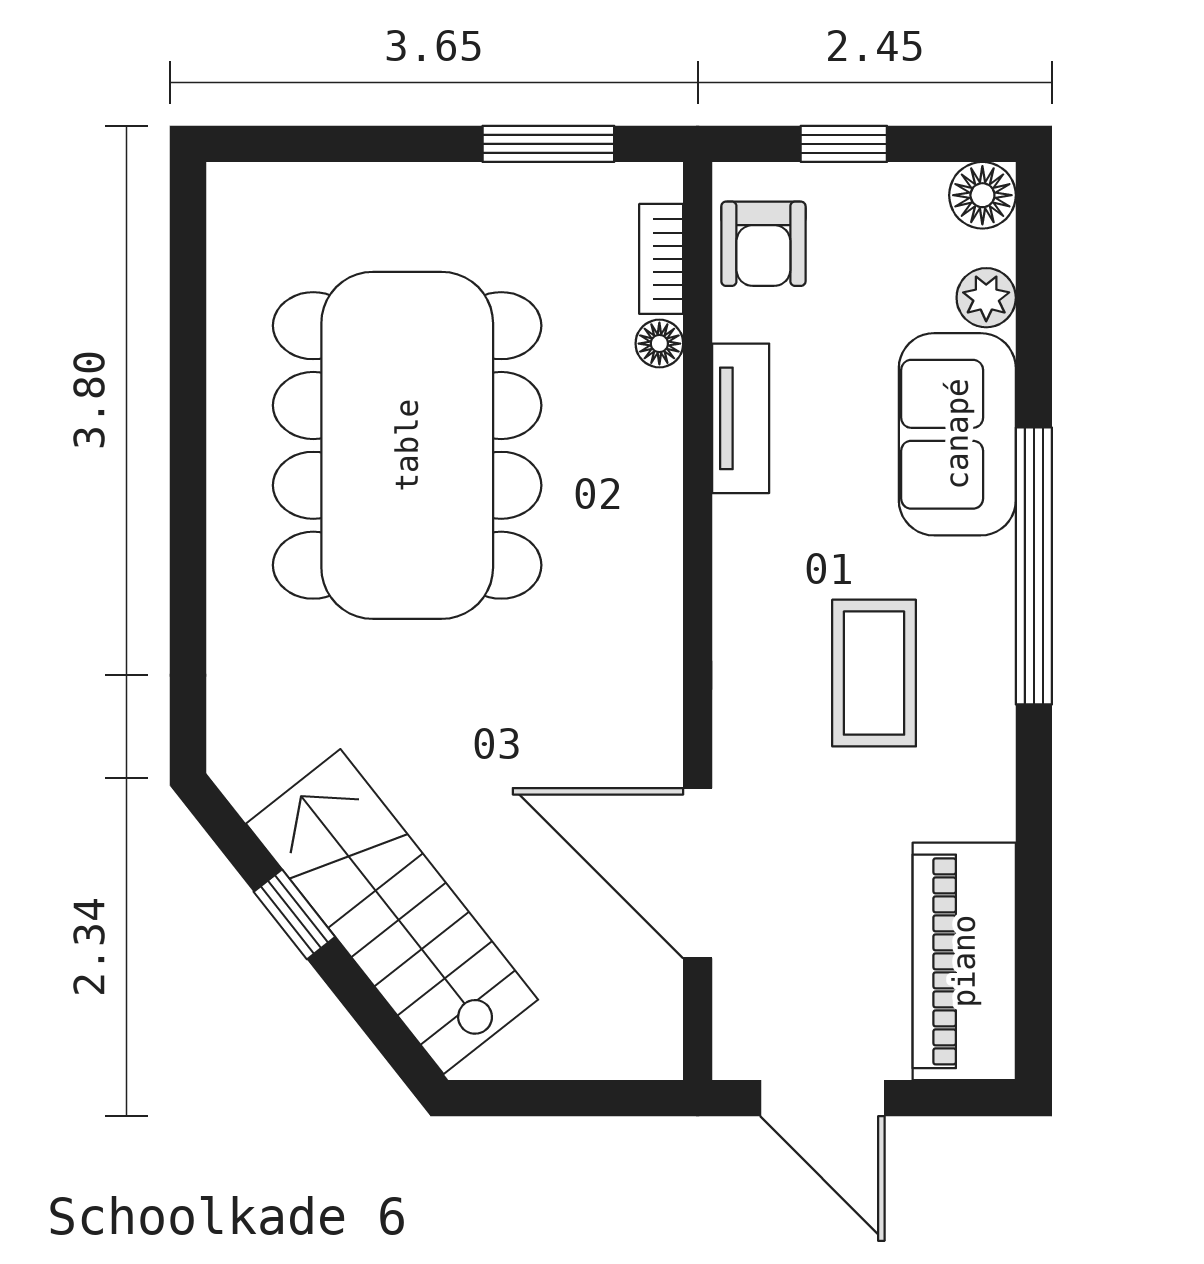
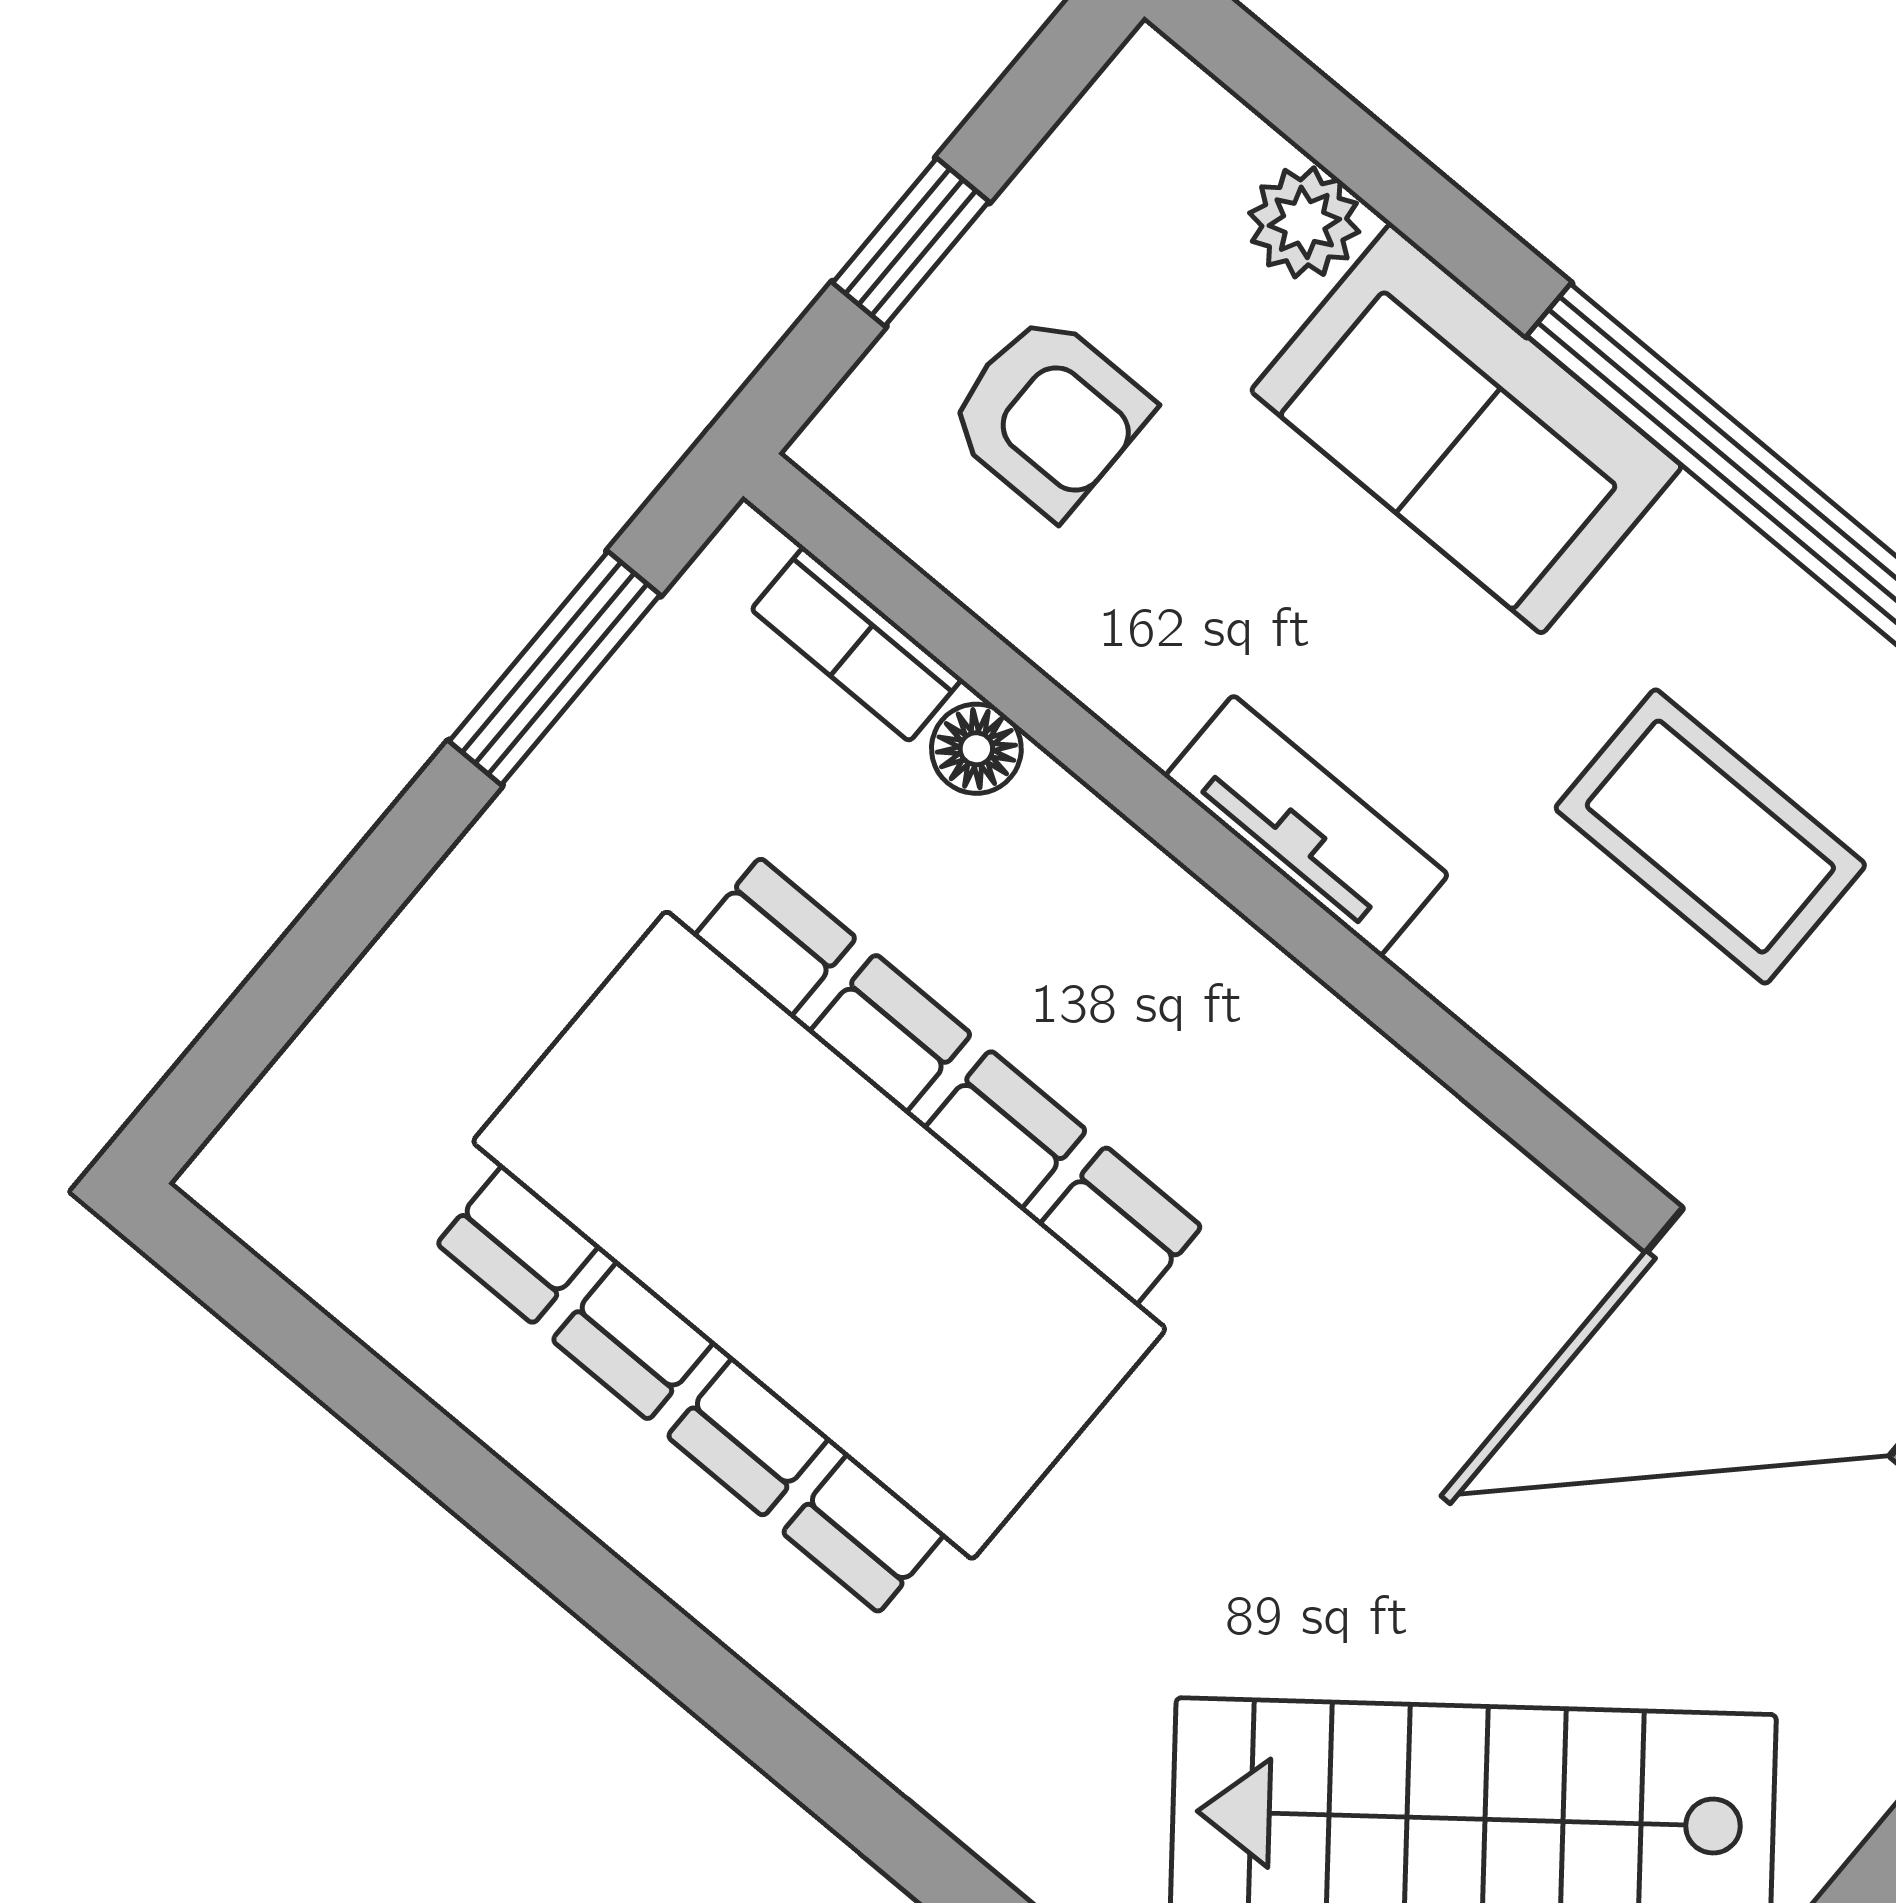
floor lamp: (982, 195) -> (1152, 104), removed
armchair: (763, 244) -> (1049, 415), moved
tv unit: (741, 418) -> (1306, 826), moved

